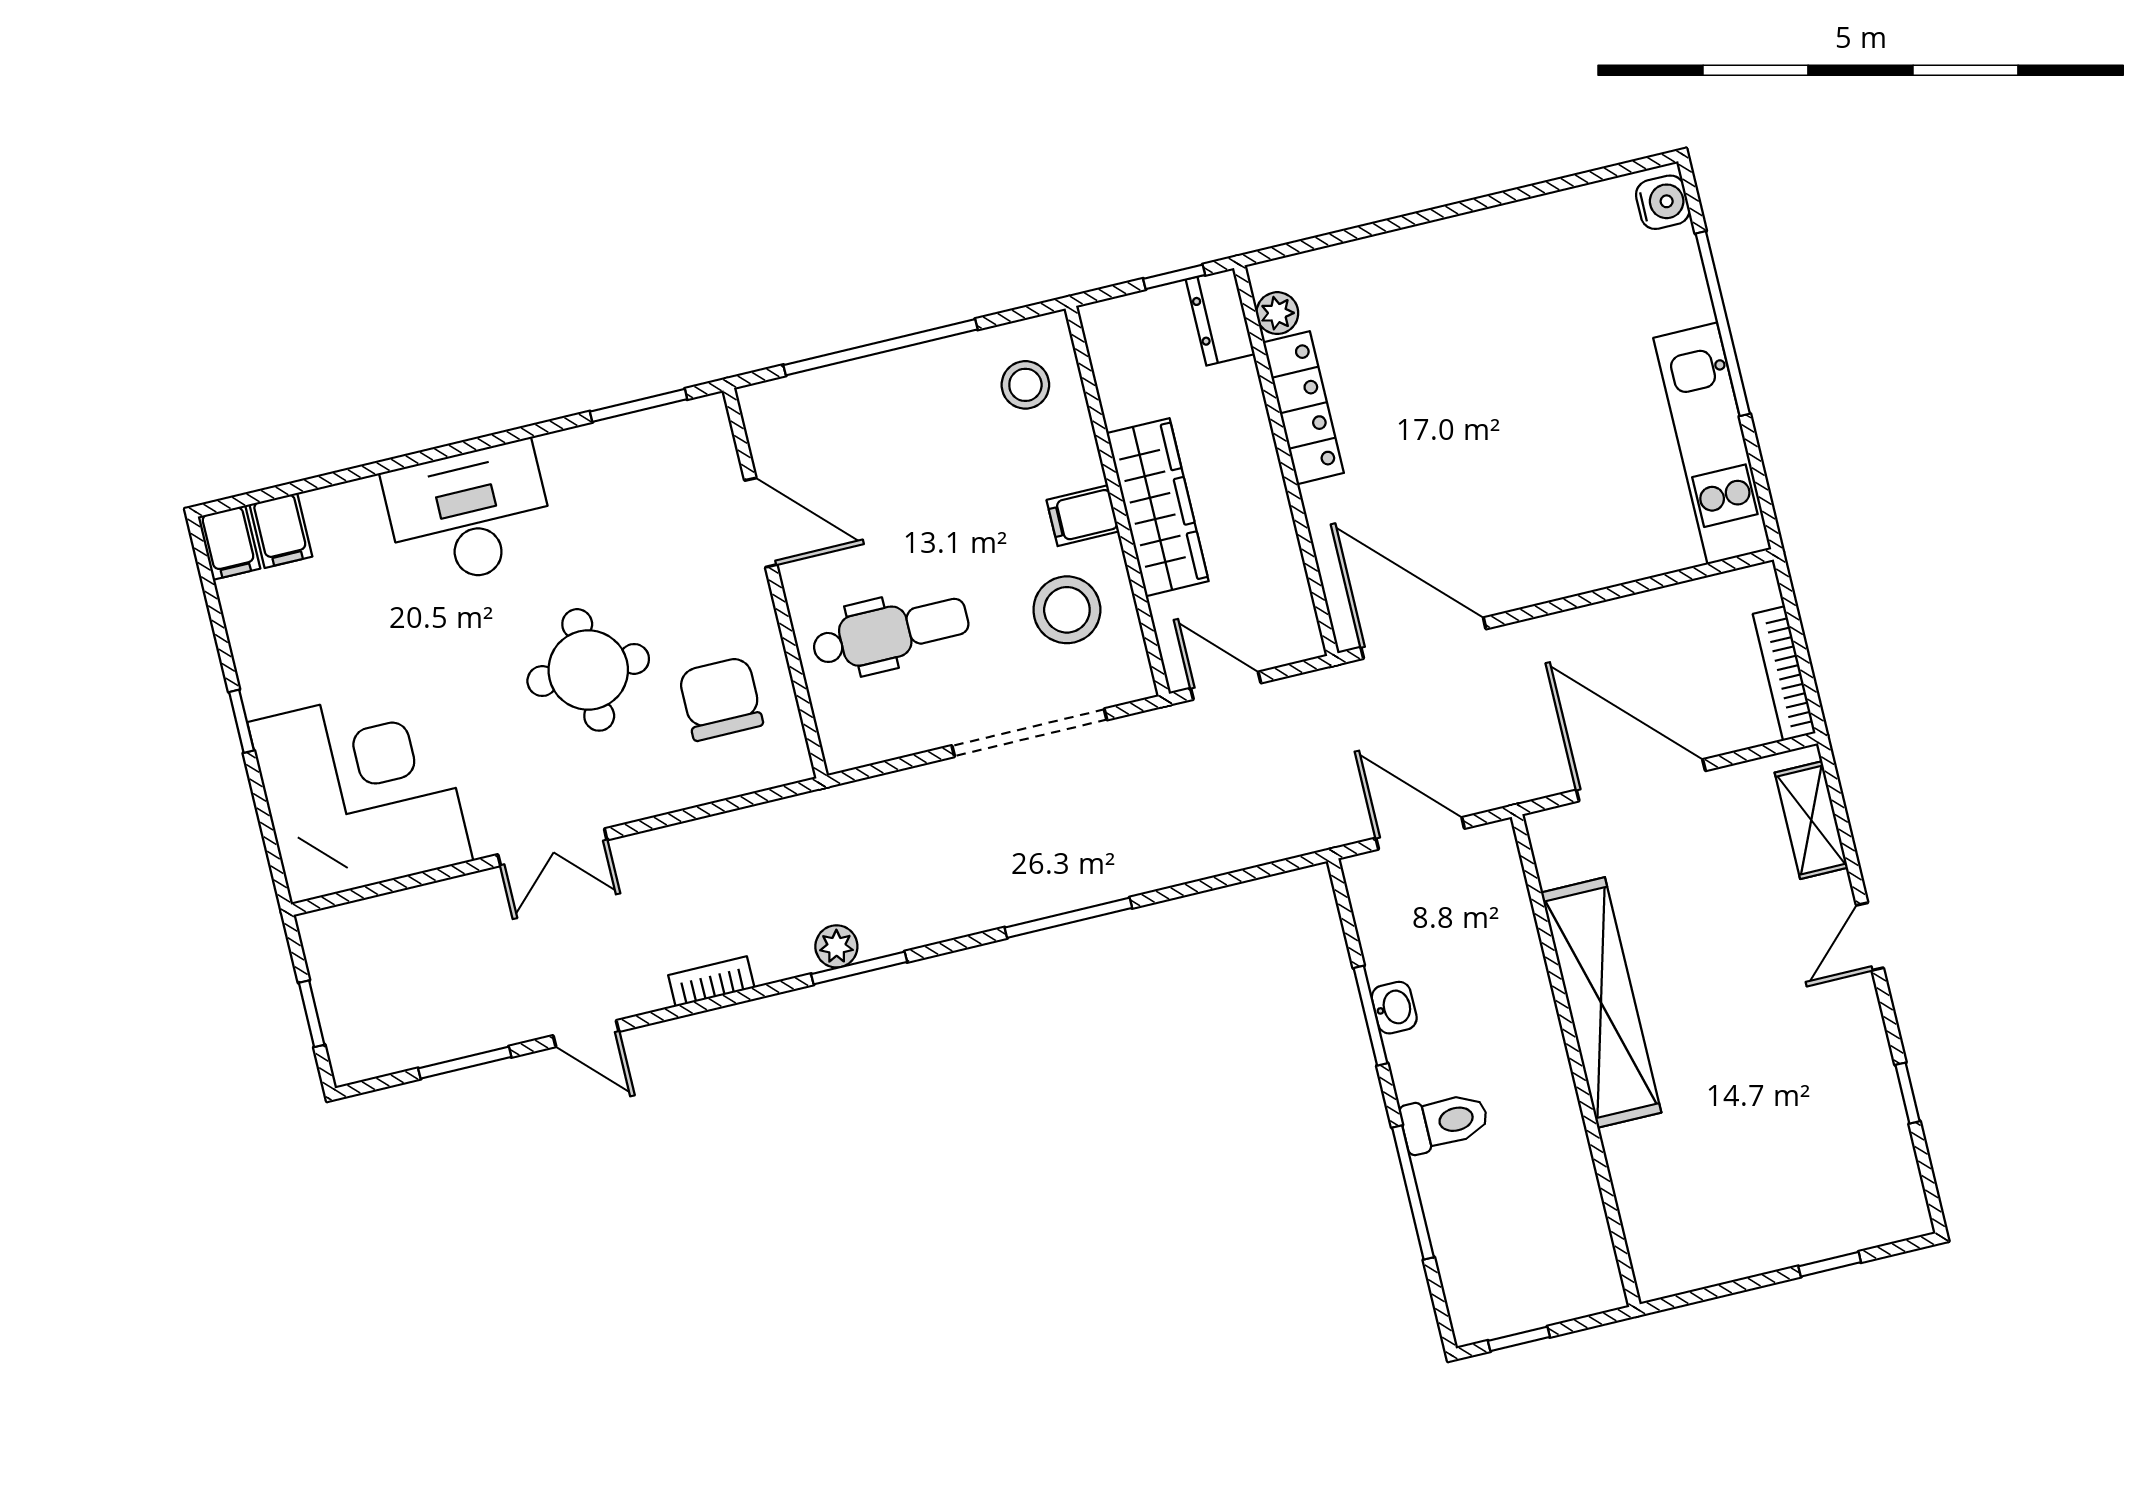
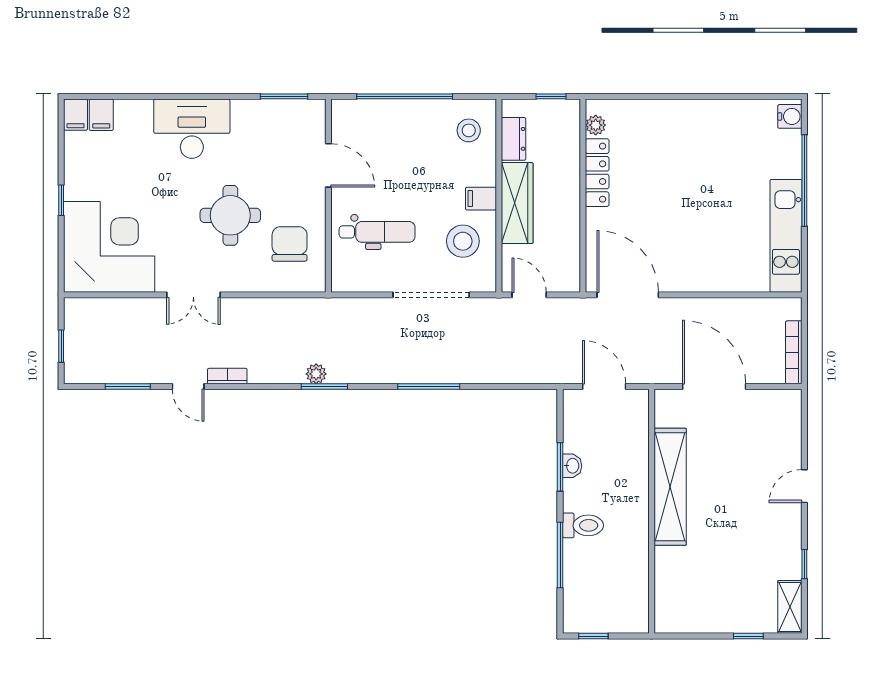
dresser: (1220, 317) -> (514, 139), moved, turned 180
shelving: (1811, 820) -> (790, 607), moved
bookcase: (711, 981) -> (227, 376), moved

